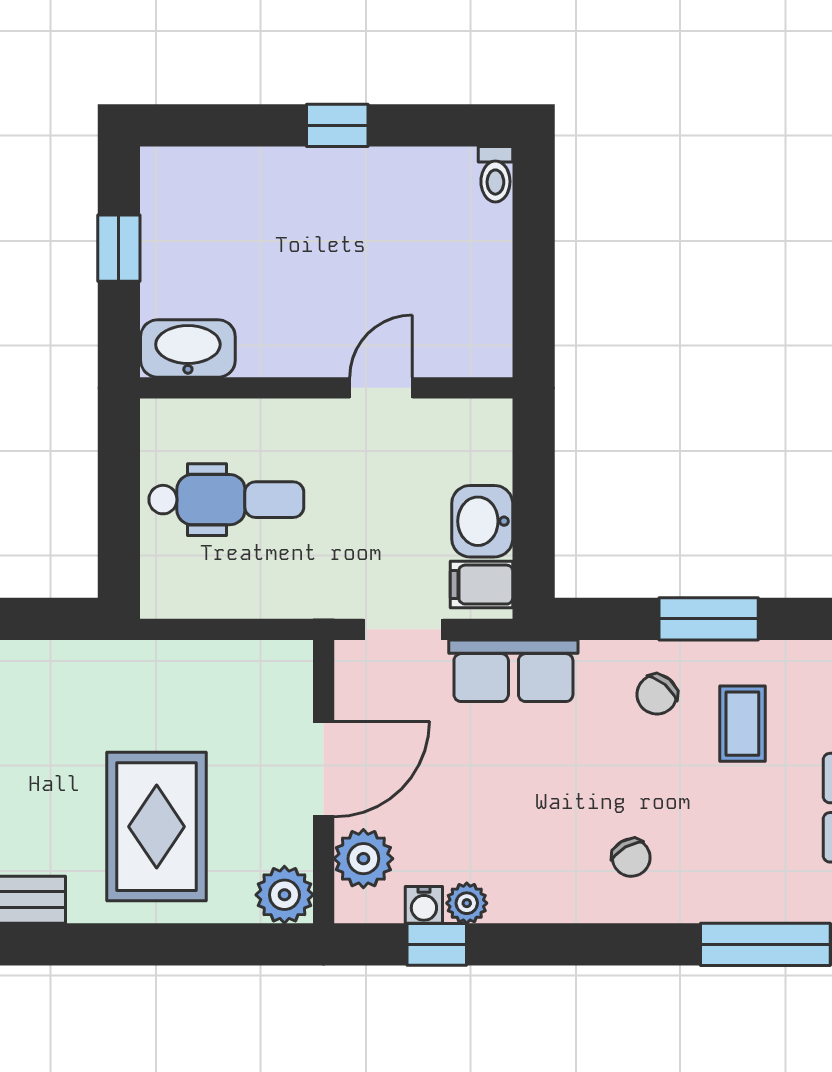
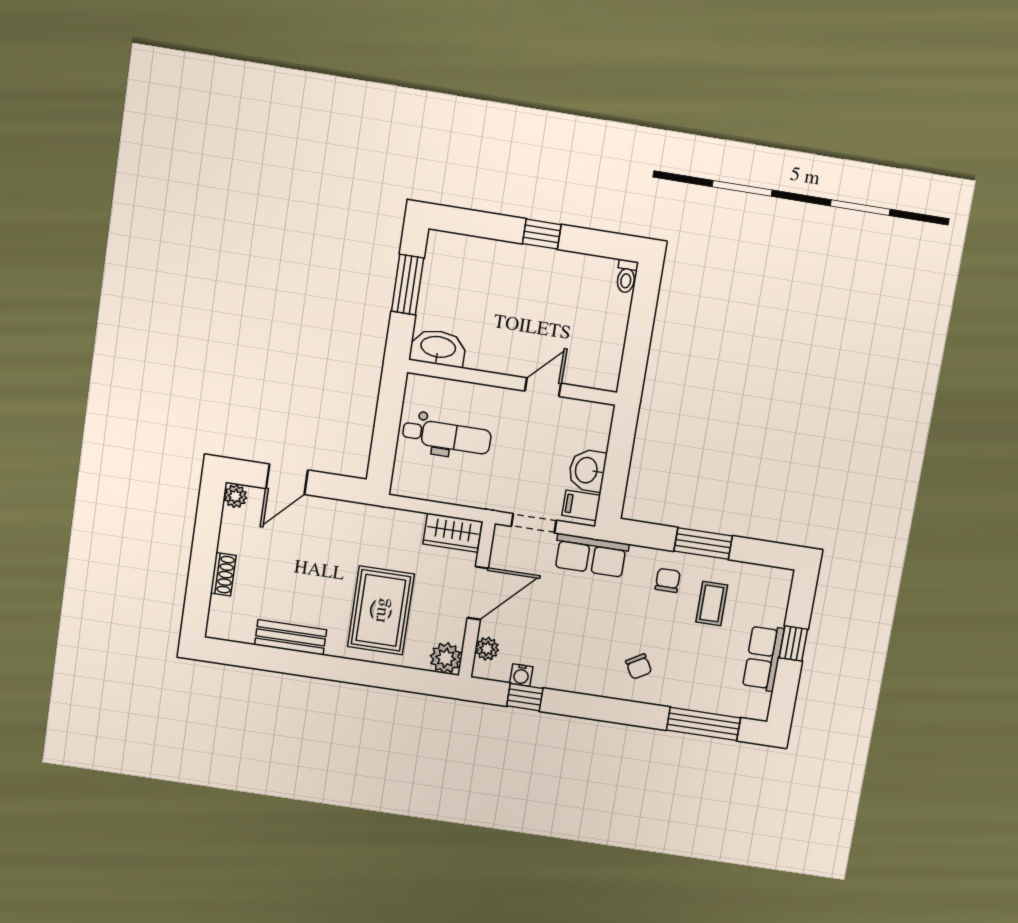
window: (119, 248) -> (408, 285), width x1.50
wardrobe: (262, 668) -> (453, 533), added
chair: (657, 694) -> (668, 580), turned 140
plant: (363, 859) -> (487, 649), width x0.73, depth x0.73
plant: (467, 903) -> (545, 678), removed

